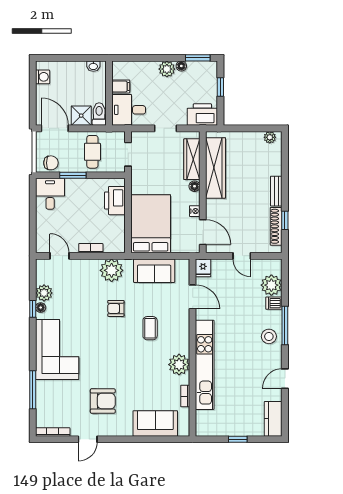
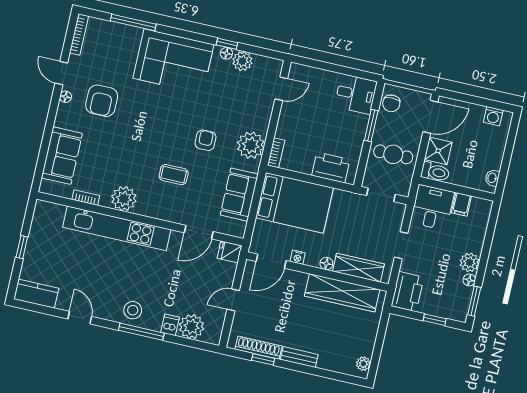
bookcase: (91, 248) -> (276, 153), moved
floor lamp: (106, 431) -> (66, 97), added

